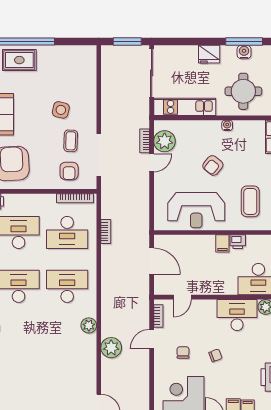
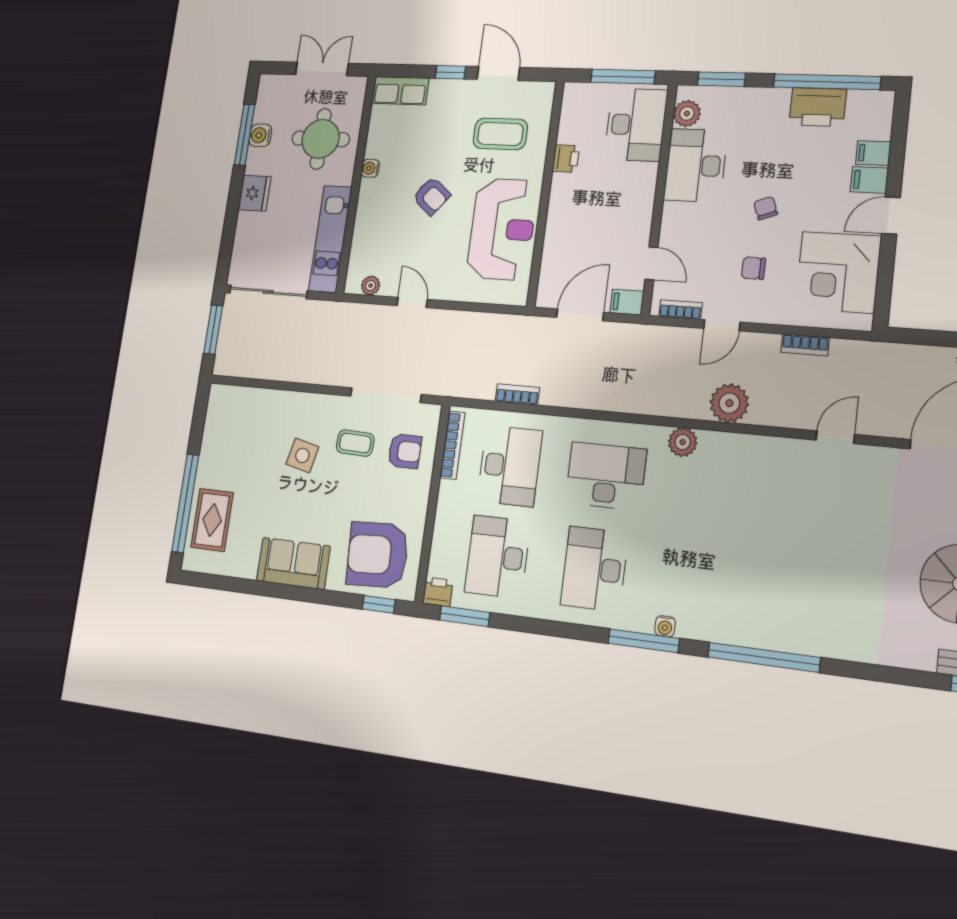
bookcase: (145, 141) -> (805, 345), moved
plant: (165, 141) -> (371, 286), width x0.53, depth x0.53
filing cabinet: (222, 243) -> (627, 302), moved, turned 180
desk: (67, 286) -> (606, 476), turned 90
door: (152, 339) -> (722, 325), hinge flipped

